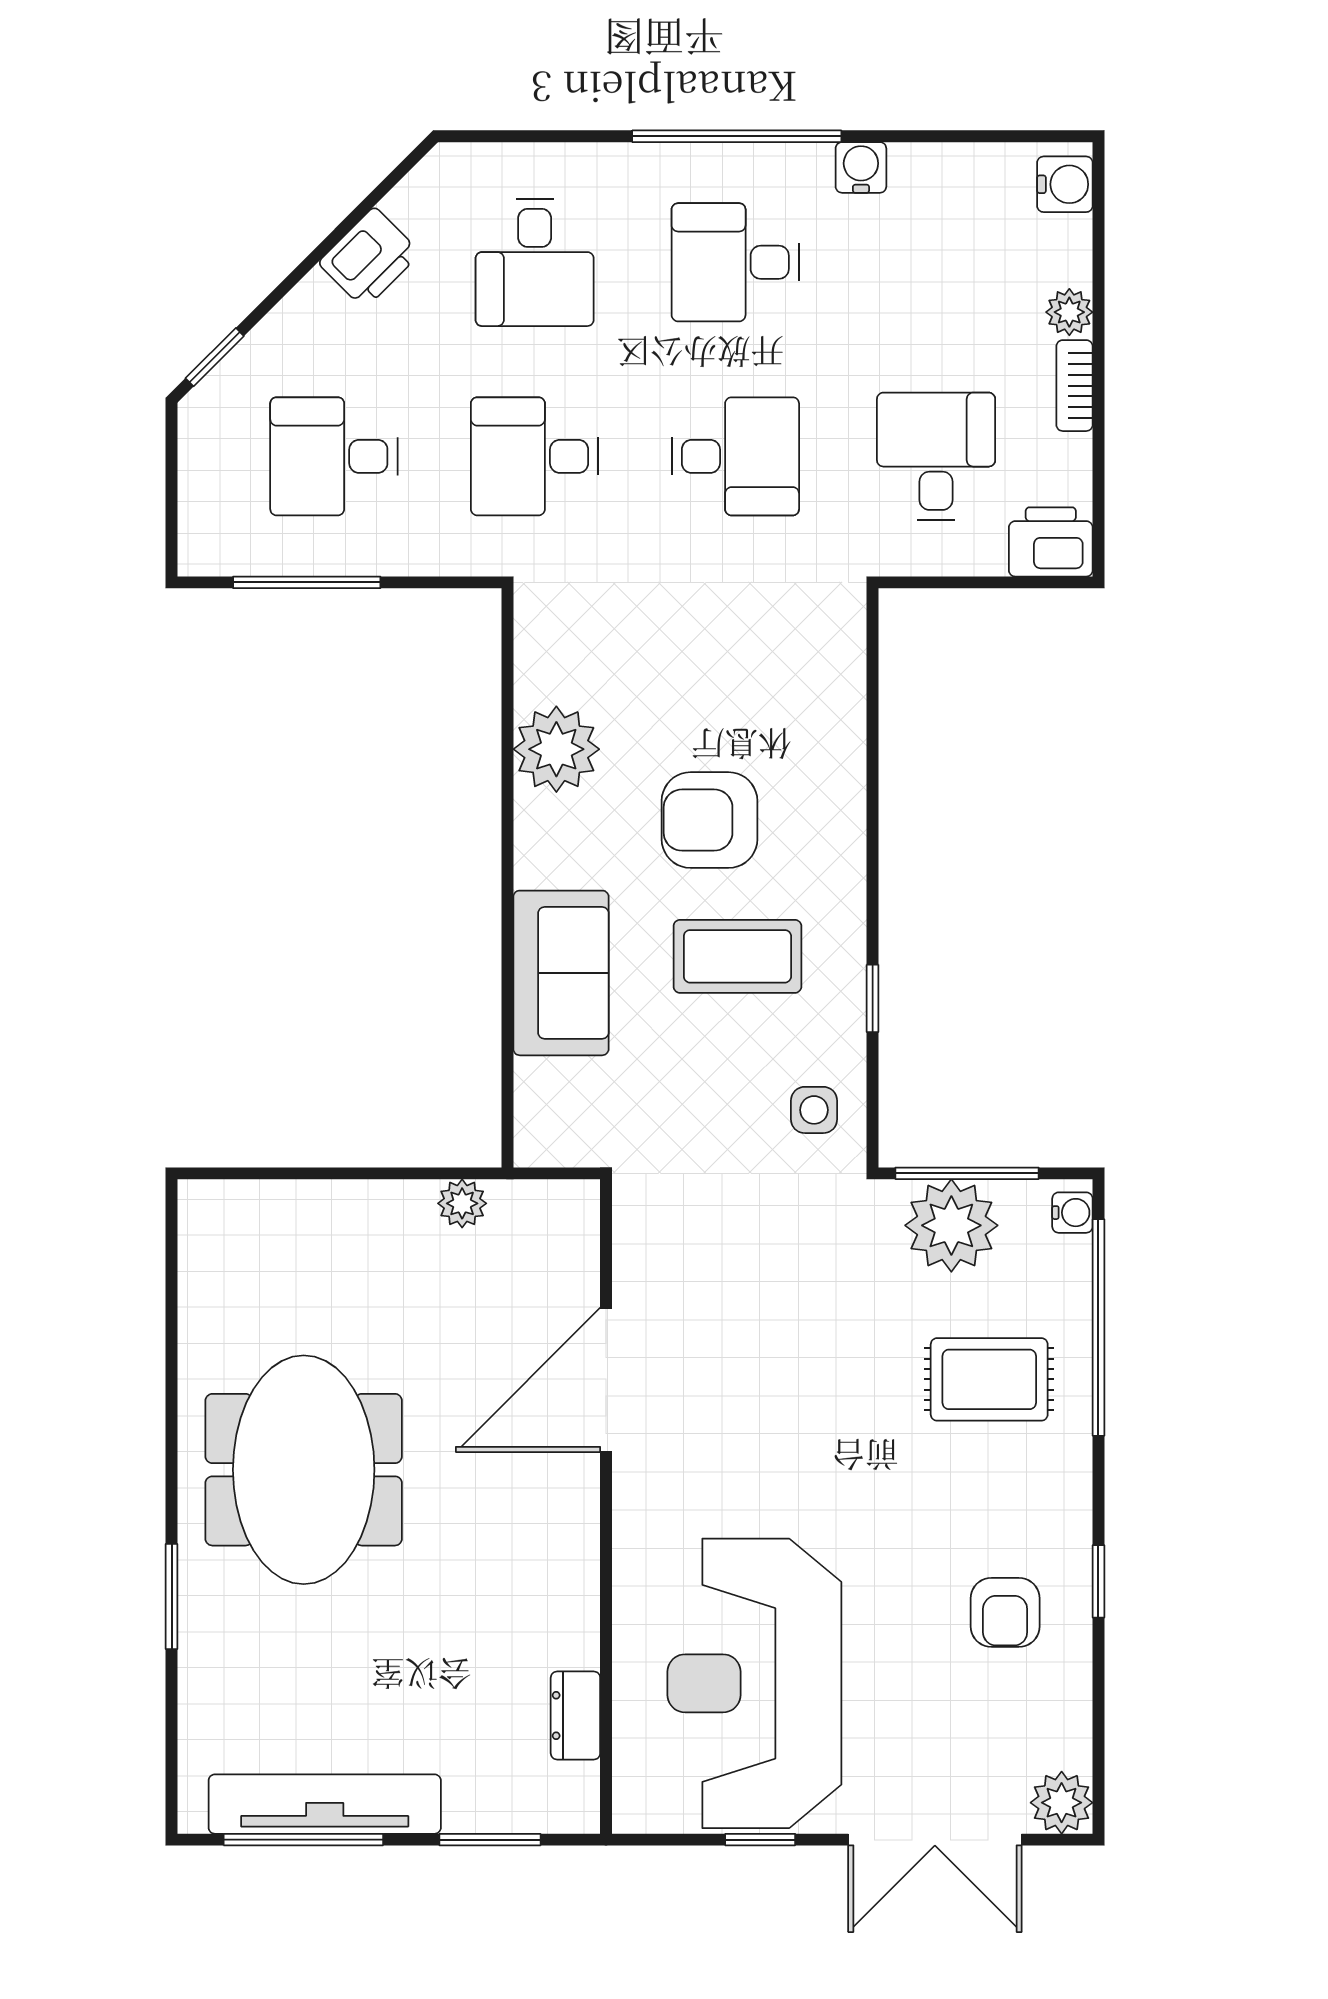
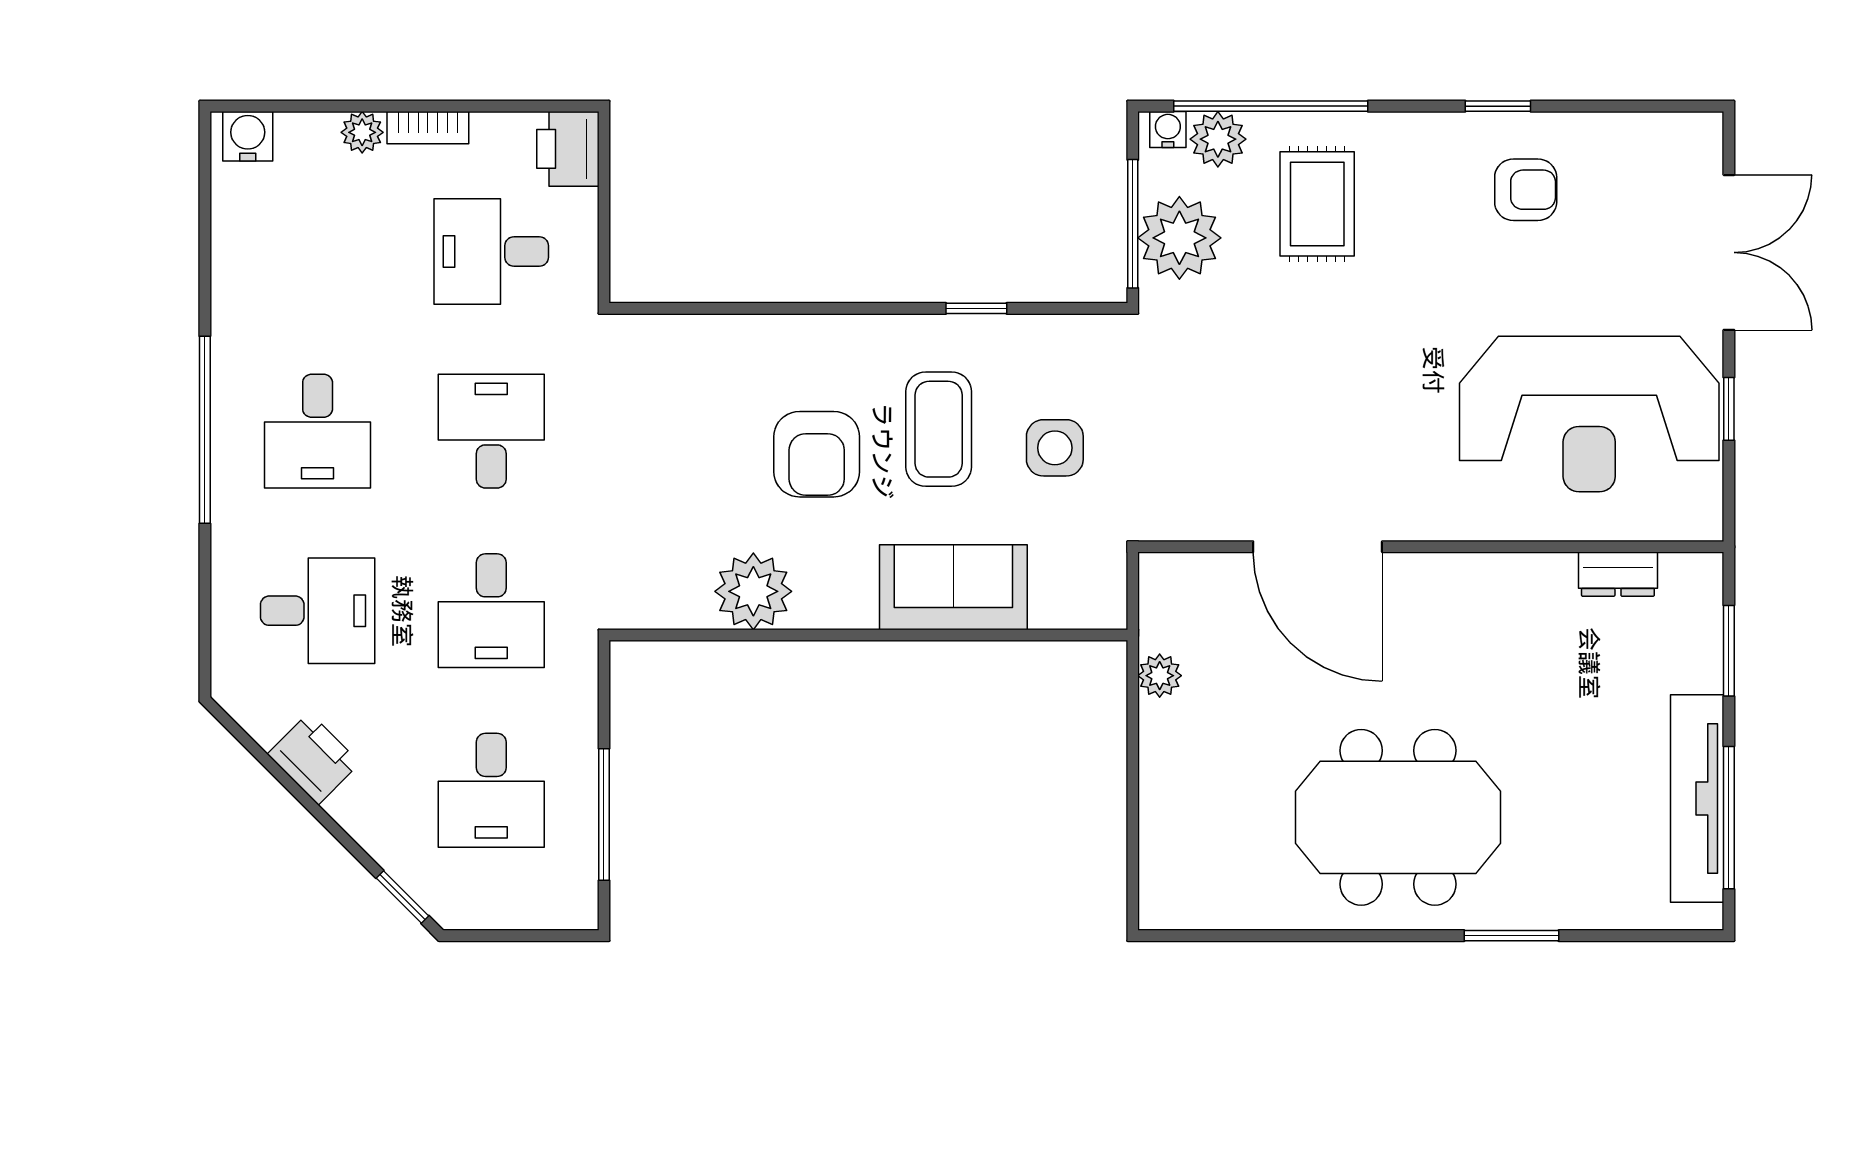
water cooler: (861, 167) -> (233, 319), removed
side table: (814, 1110) -> (1055, 448), moved, width x1.37, depth x1.37
plant: (1062, 1803) -> (1218, 139), moved

